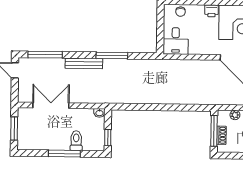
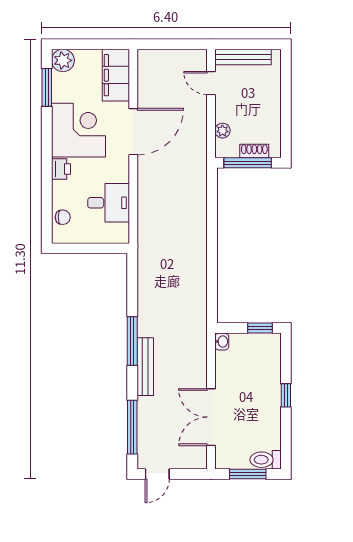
desk: (176, 41) -> (109, 203), moved
window: (112, 55) -> (132, 341), moved
toilet: (76, 141) -> (266, 460), moved
window: (64, 154) -> (286, 395), width x0.46

